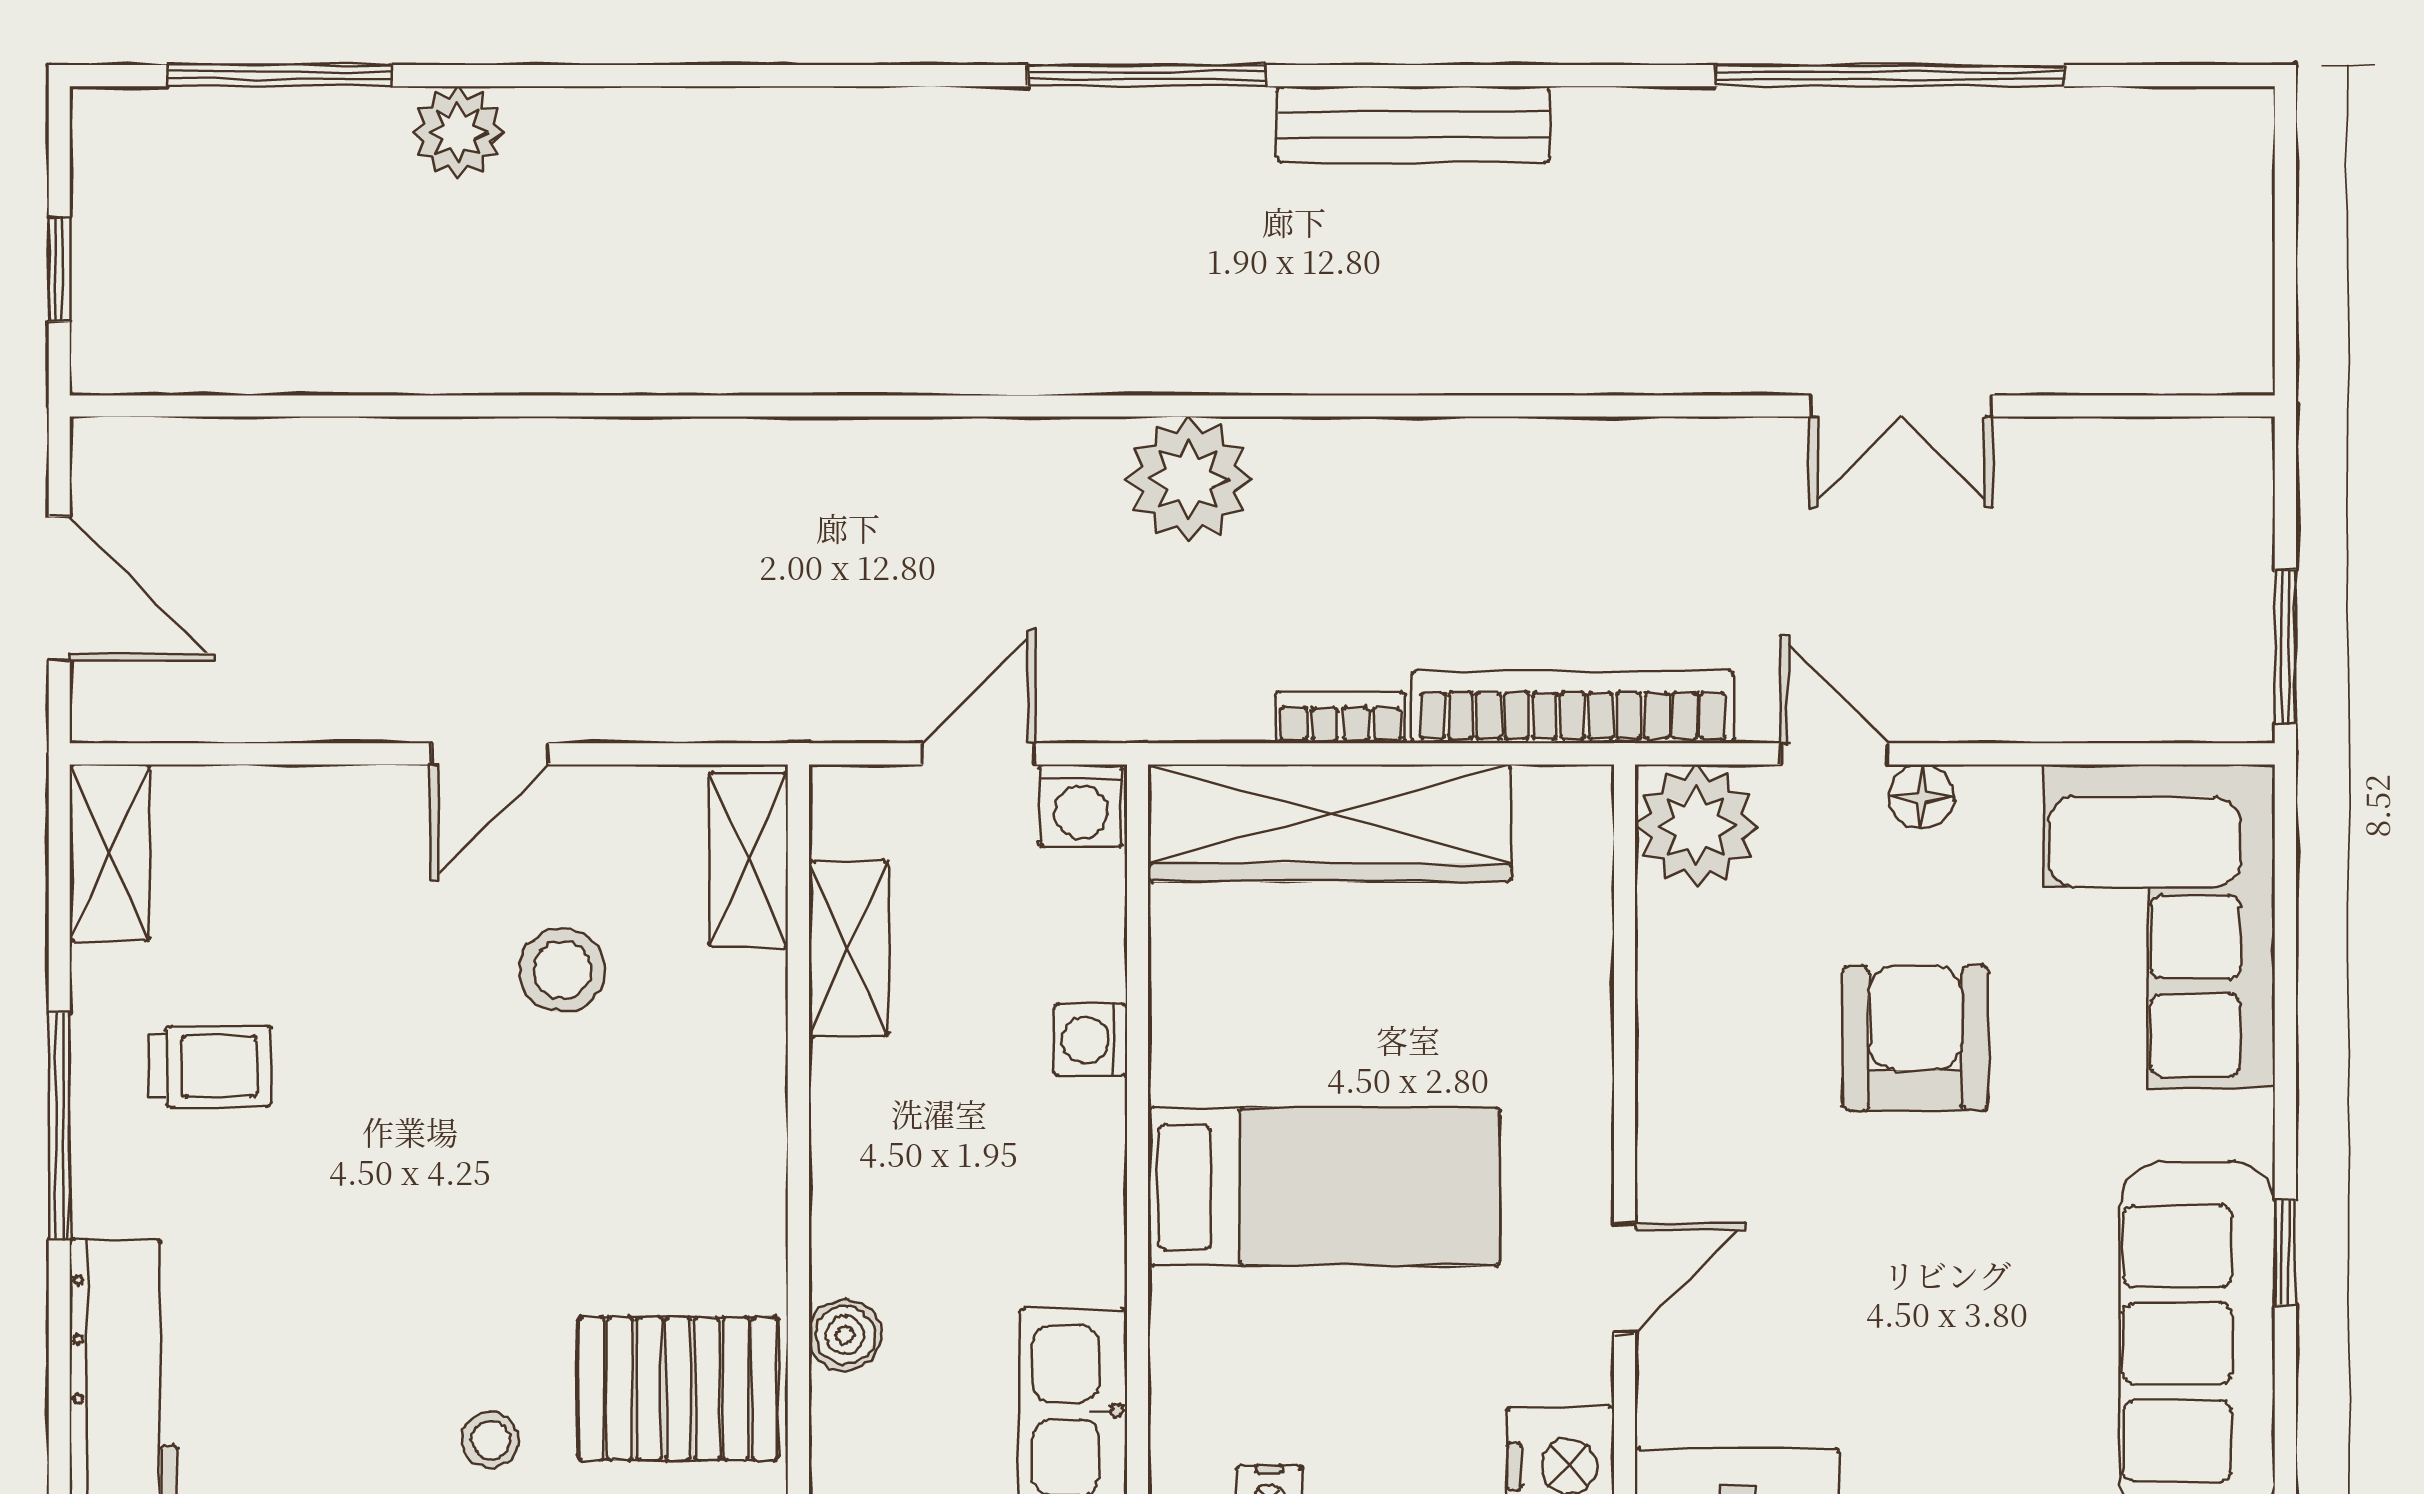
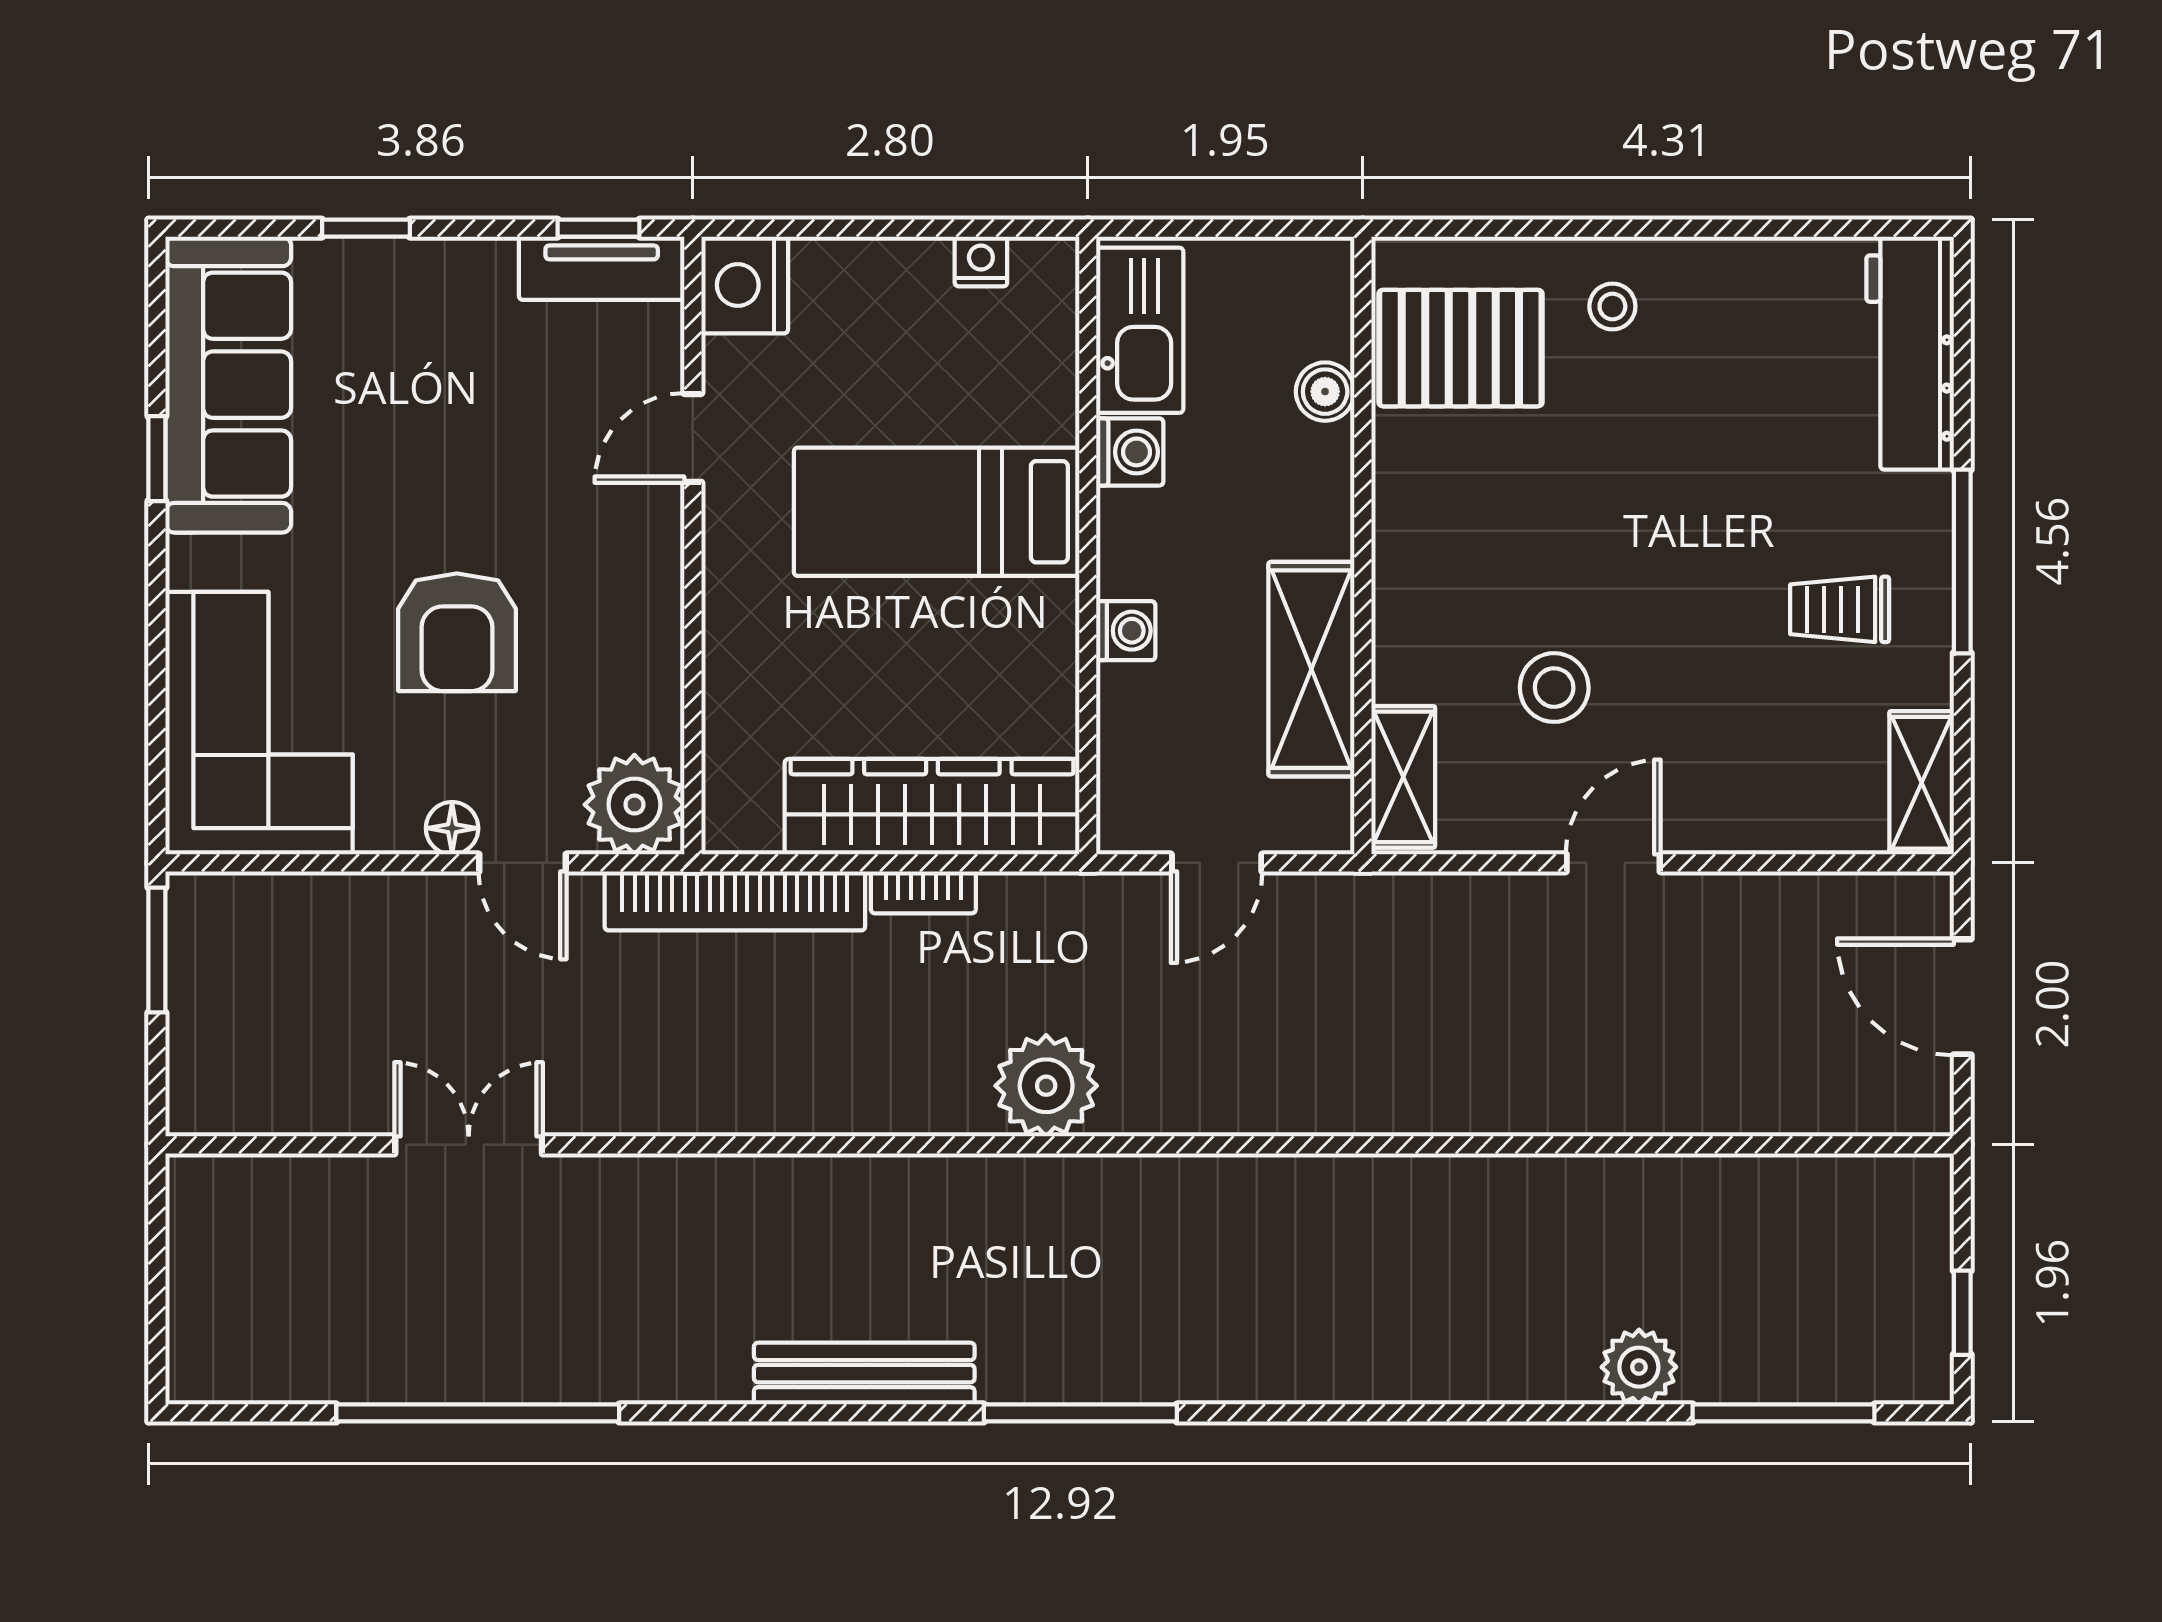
window: (59, 269) -> (1962, 1313), moved
washing machine: (1081, 806) -> (1130, 452), moved, turned 90
shelving: (849, 949) -> (1311, 669), width x1.50, depth x1.33

